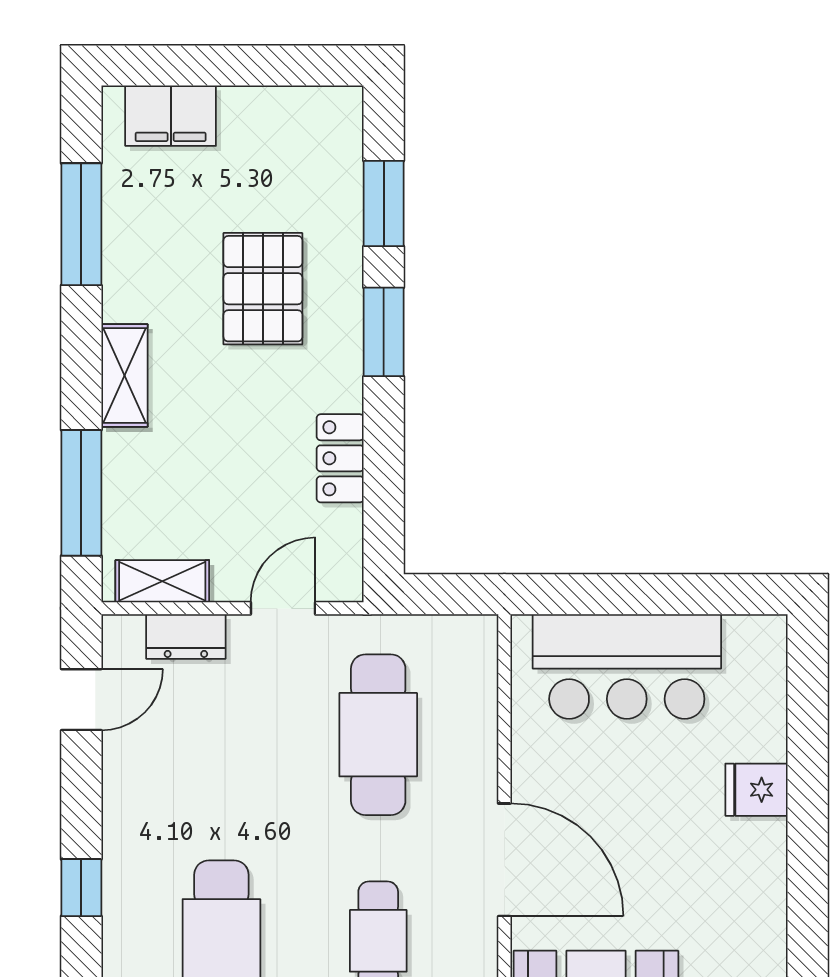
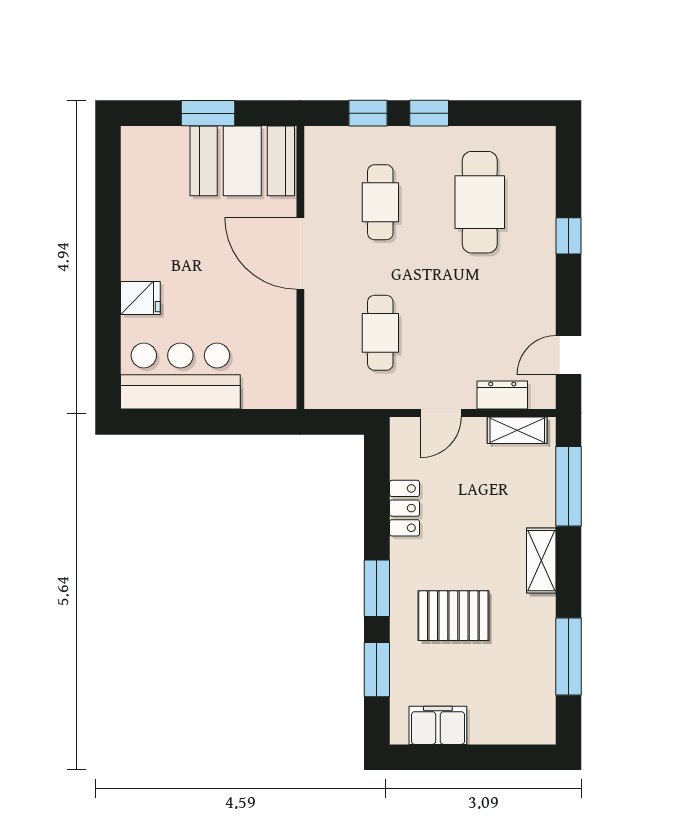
filing cabinet: (171, 116) -> (438, 725), moved
pallet: (263, 289) -> (453, 616), turned 90
bar counter: (627, 667) -> (180, 376), moved
cafe table: (378, 735) -> (380, 333), width x0.73, depth x0.74

